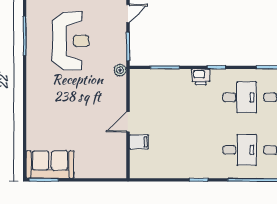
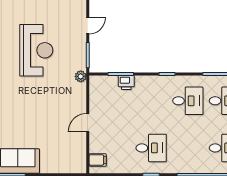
printer: (201, 77) -> (126, 82), moved
filing cabinet: (139, 142) -> (98, 160), moved
desk: (240, 150) -> (151, 148), moved

